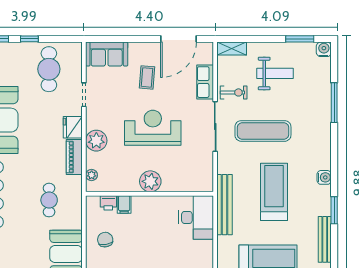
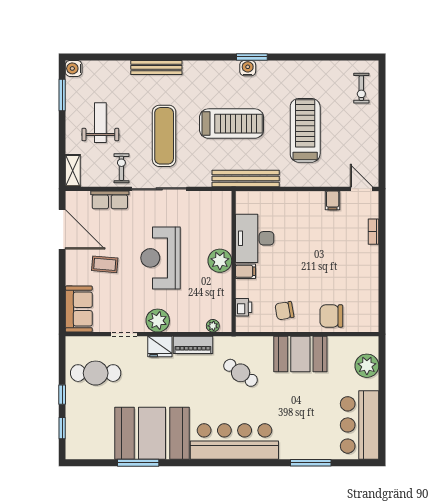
window: (334, 103) -> (133, 57), removed
plant: (96, 141) -> (158, 321), moved
water cooler: (324, 177) -> (248, 68), moved
treadmill: (274, 192) -> (232, 124), turned 180
cafe table: (49, 200) -> (241, 373), turned 35
filing cabinet: (124, 204) -> (245, 271), moved
desk: (196, 217) -> (255, 238), moved, turned -90
bench: (325, 239) -> (156, 67), moved

